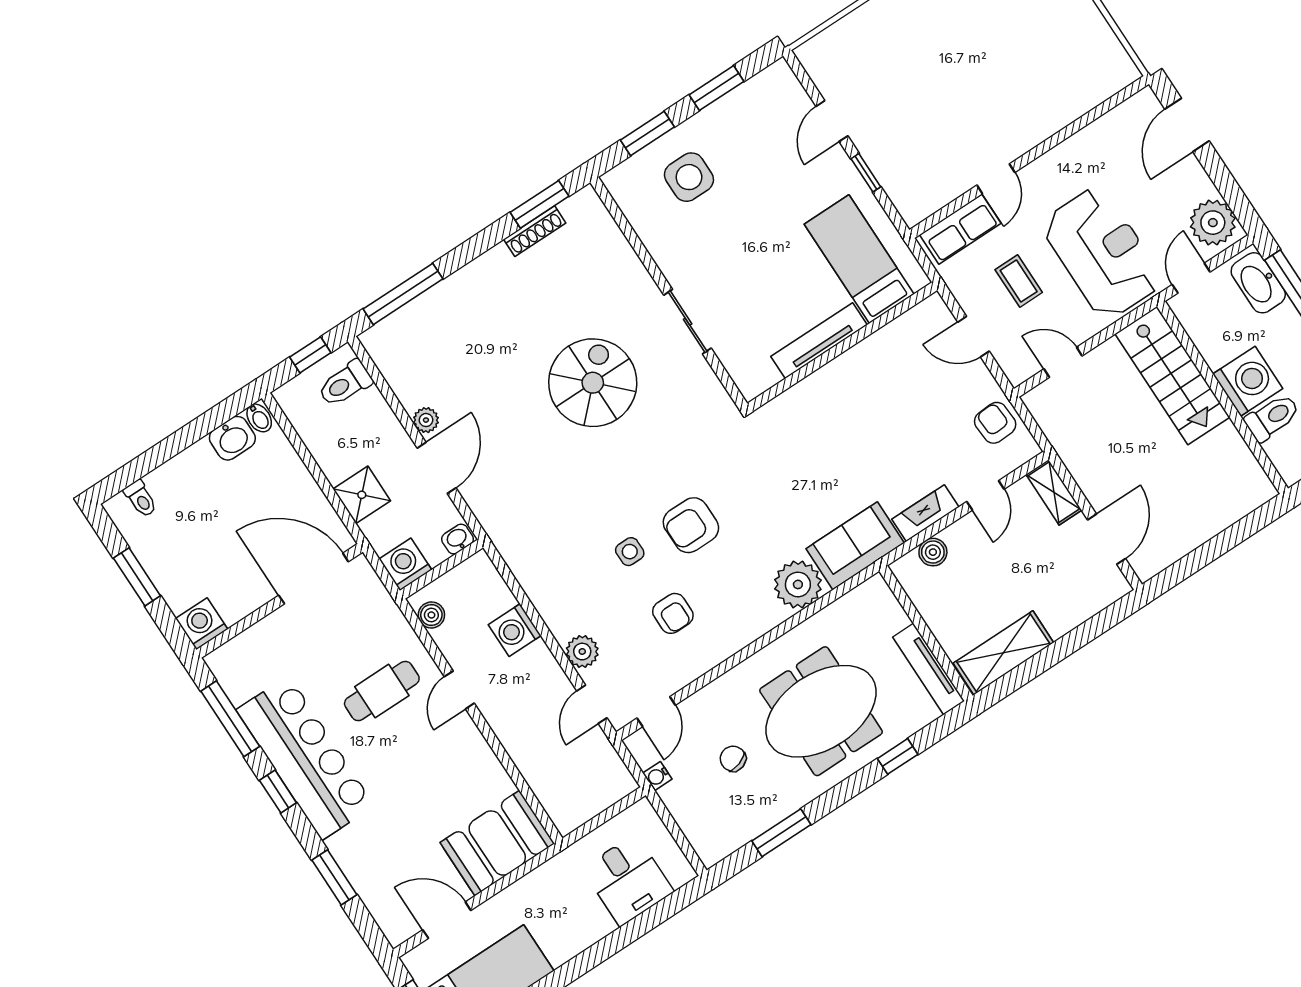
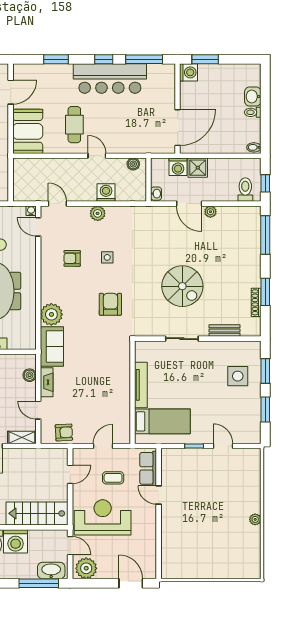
window: (539, 204) -> (265, 292), moved
reception desk: (1102, 253) -> (103, 517), turned 180
bench: (623, 255) -> (224, 331), added
washbasin: (232, 438) -> (253, 96), moved
toilet: (141, 499) -> (253, 112), moved
armchair: (691, 525) -> (110, 304), moved
washing machine: (405, 564) -> (178, 167), moved, turned 90
window: (137, 577) -> (205, 59), moved
plant: (582, 652) -> (98, 213), moved
cafe table: (382, 691) -> (74, 125), moved
water cooler: (657, 776) -> (31, 211), moved

